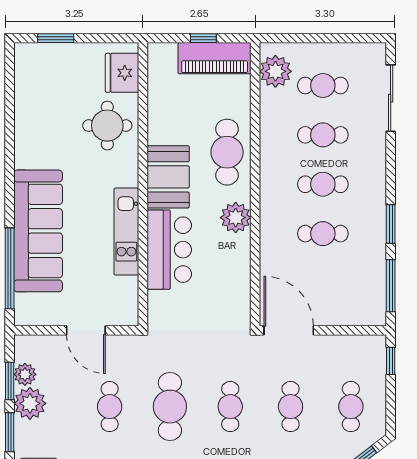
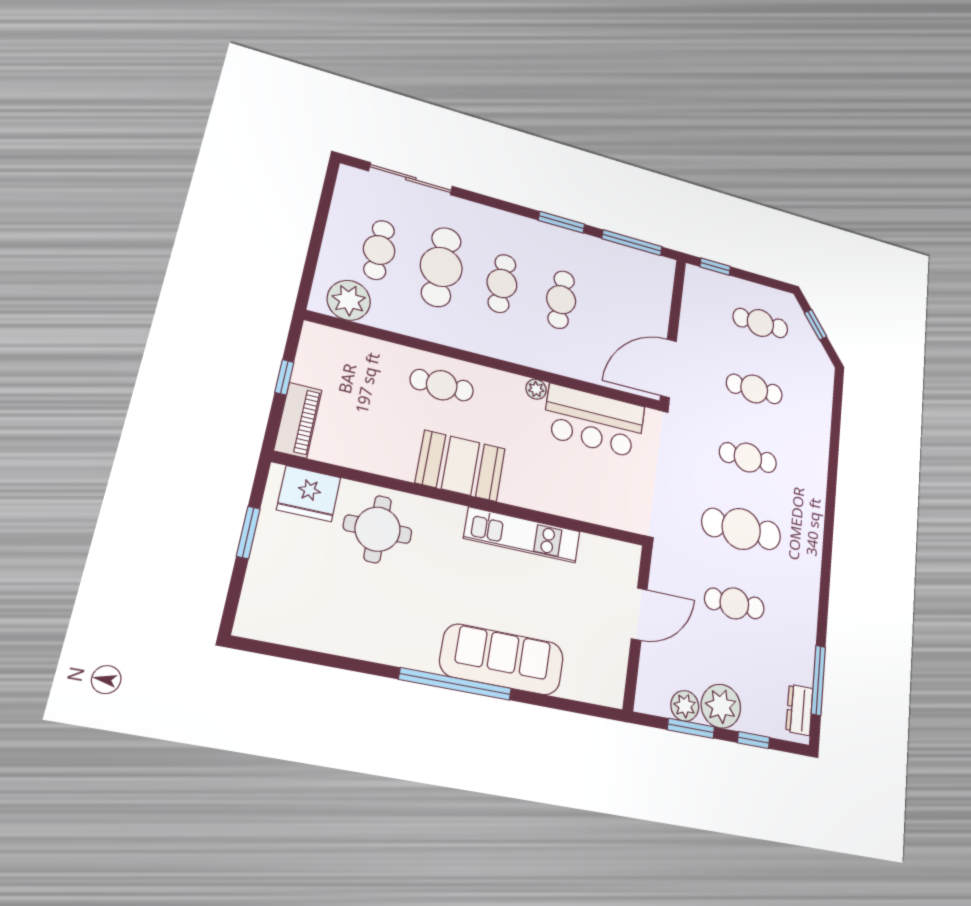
window: (56, 38) -> (248, 532), moved
piano: (215, 58) -> (298, 420), moved, width x0.73, depth x0.75
cafe table: (323, 135) -> (441, 267), width x1.37, depth x1.35
cafe table: (227, 152) -> (442, 385), width x0.73, depth x0.74
plant: (236, 218) -> (536, 389), width x0.53, depth x0.53
sofa: (38, 231) -> (502, 659), width x0.74, depth x0.79
bar counter: (169, 250) -> (594, 421), moved, turned 180
window: (10, 268) -> (455, 684), moved
window: (10, 432) -> (754, 740), width x0.67

